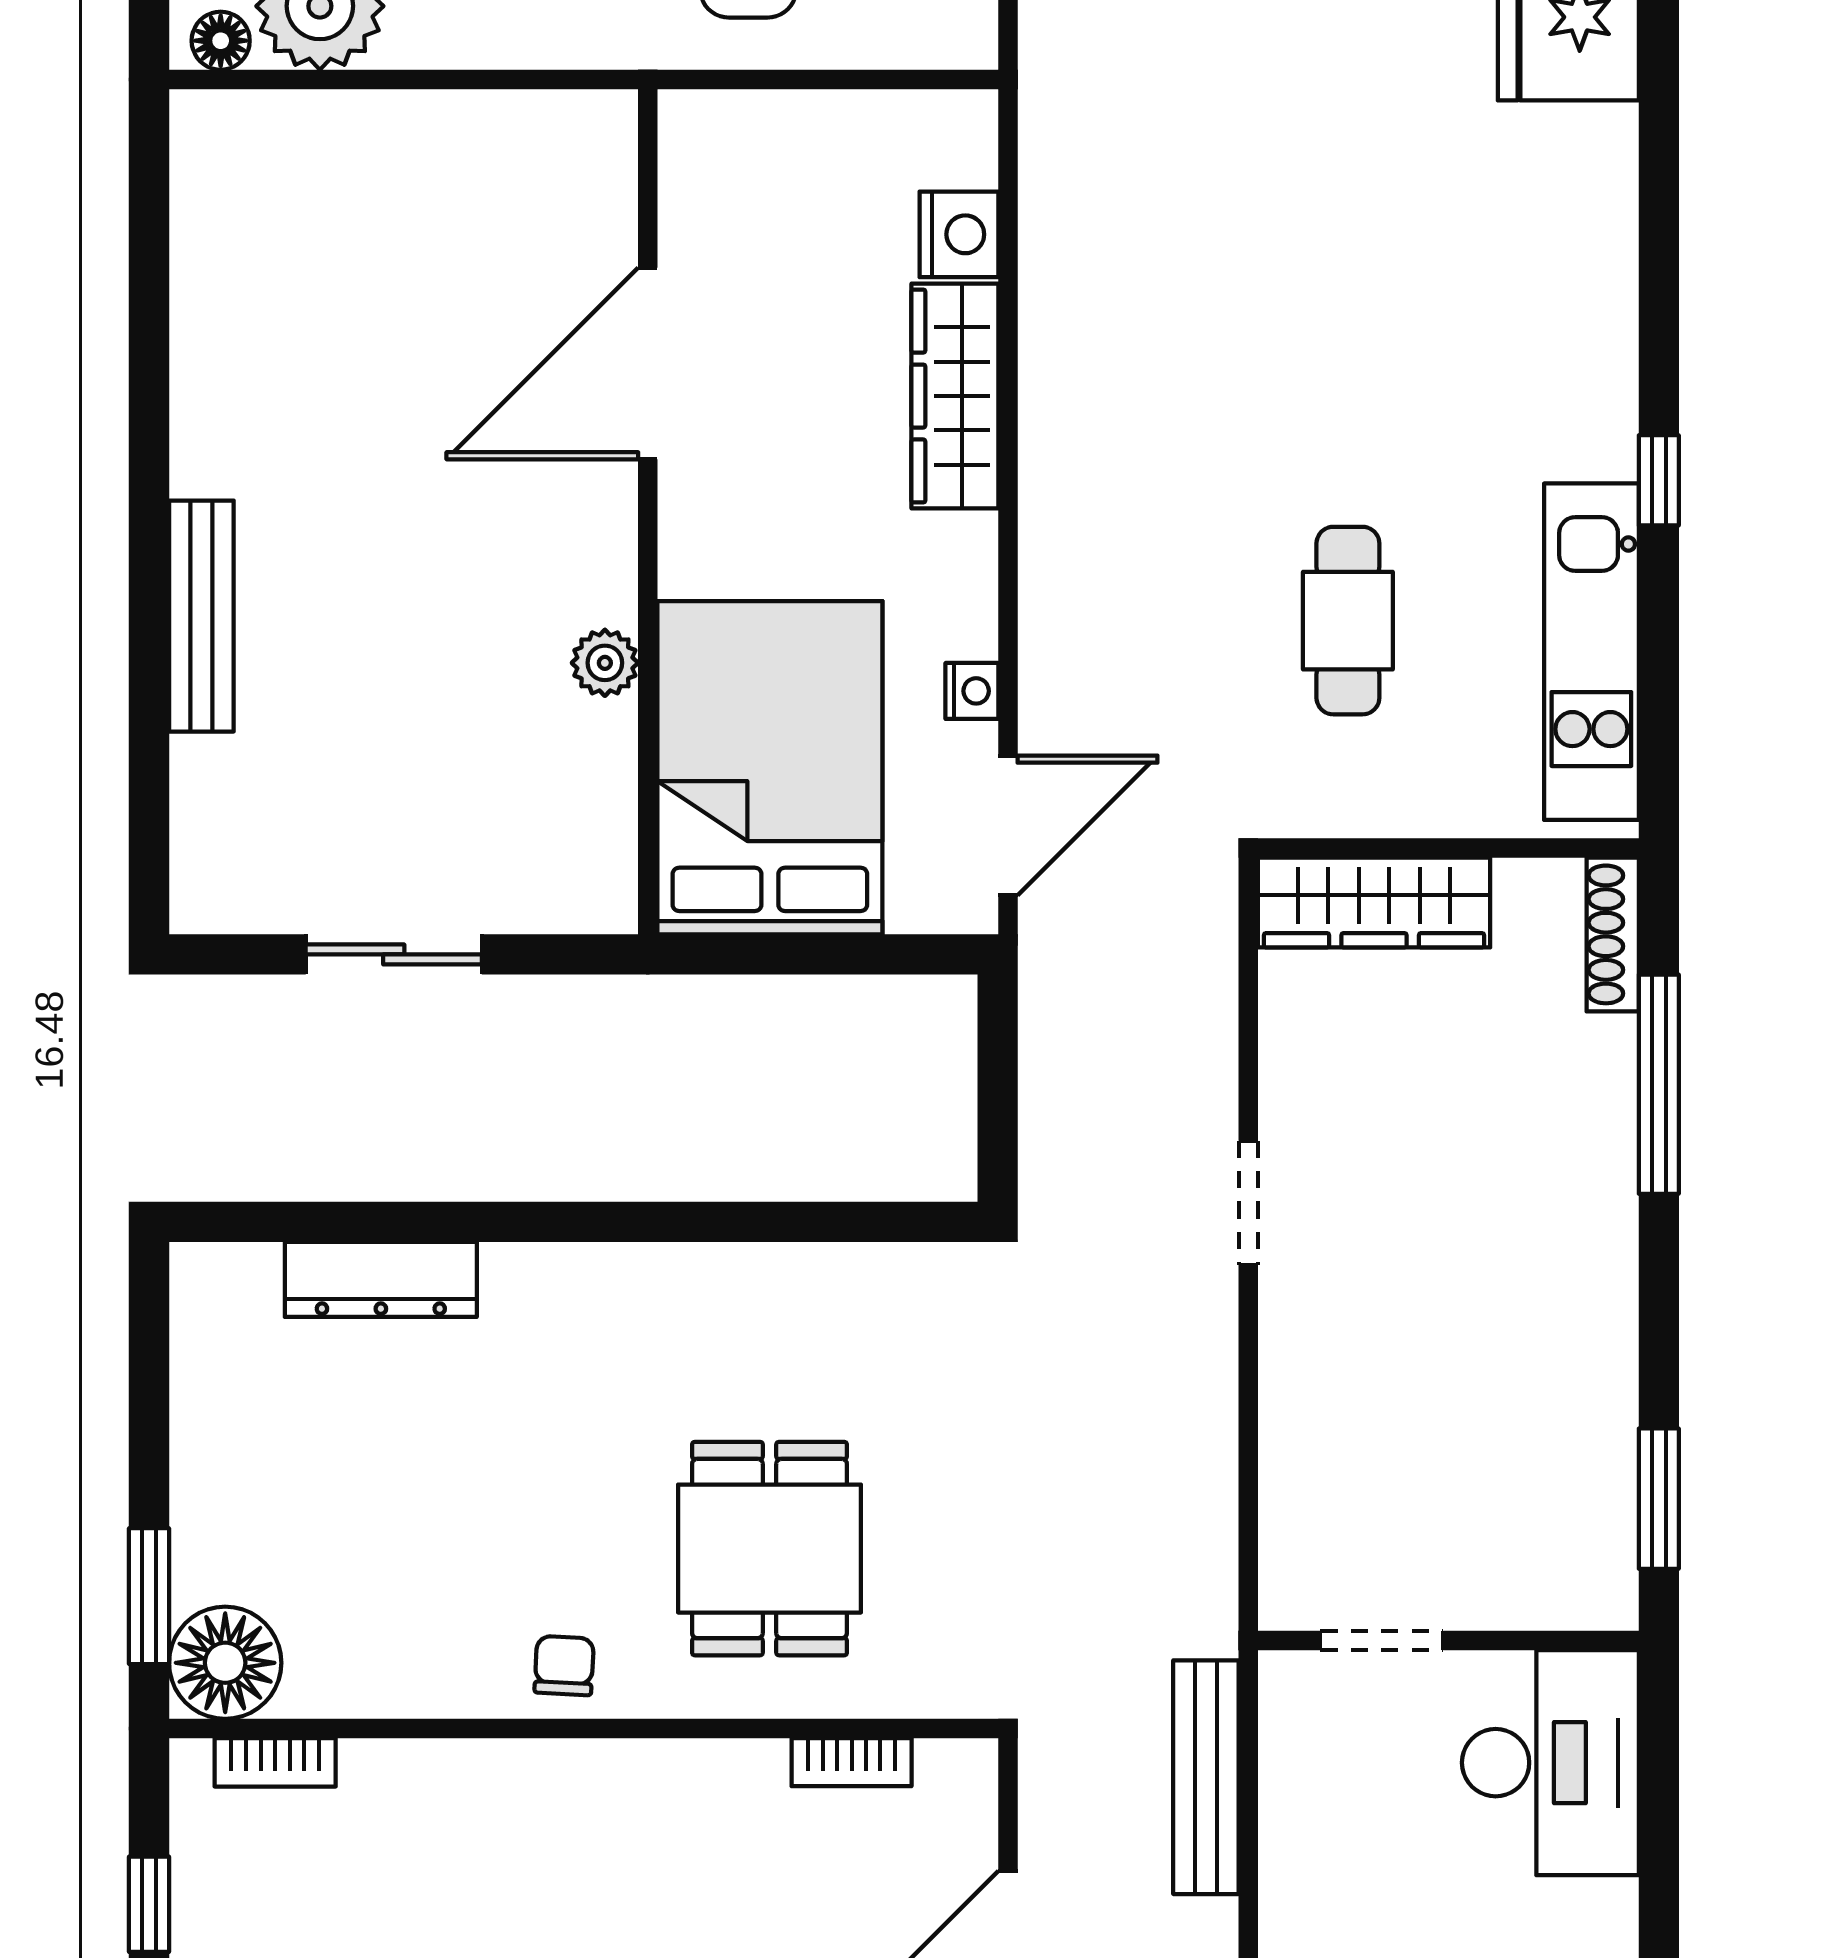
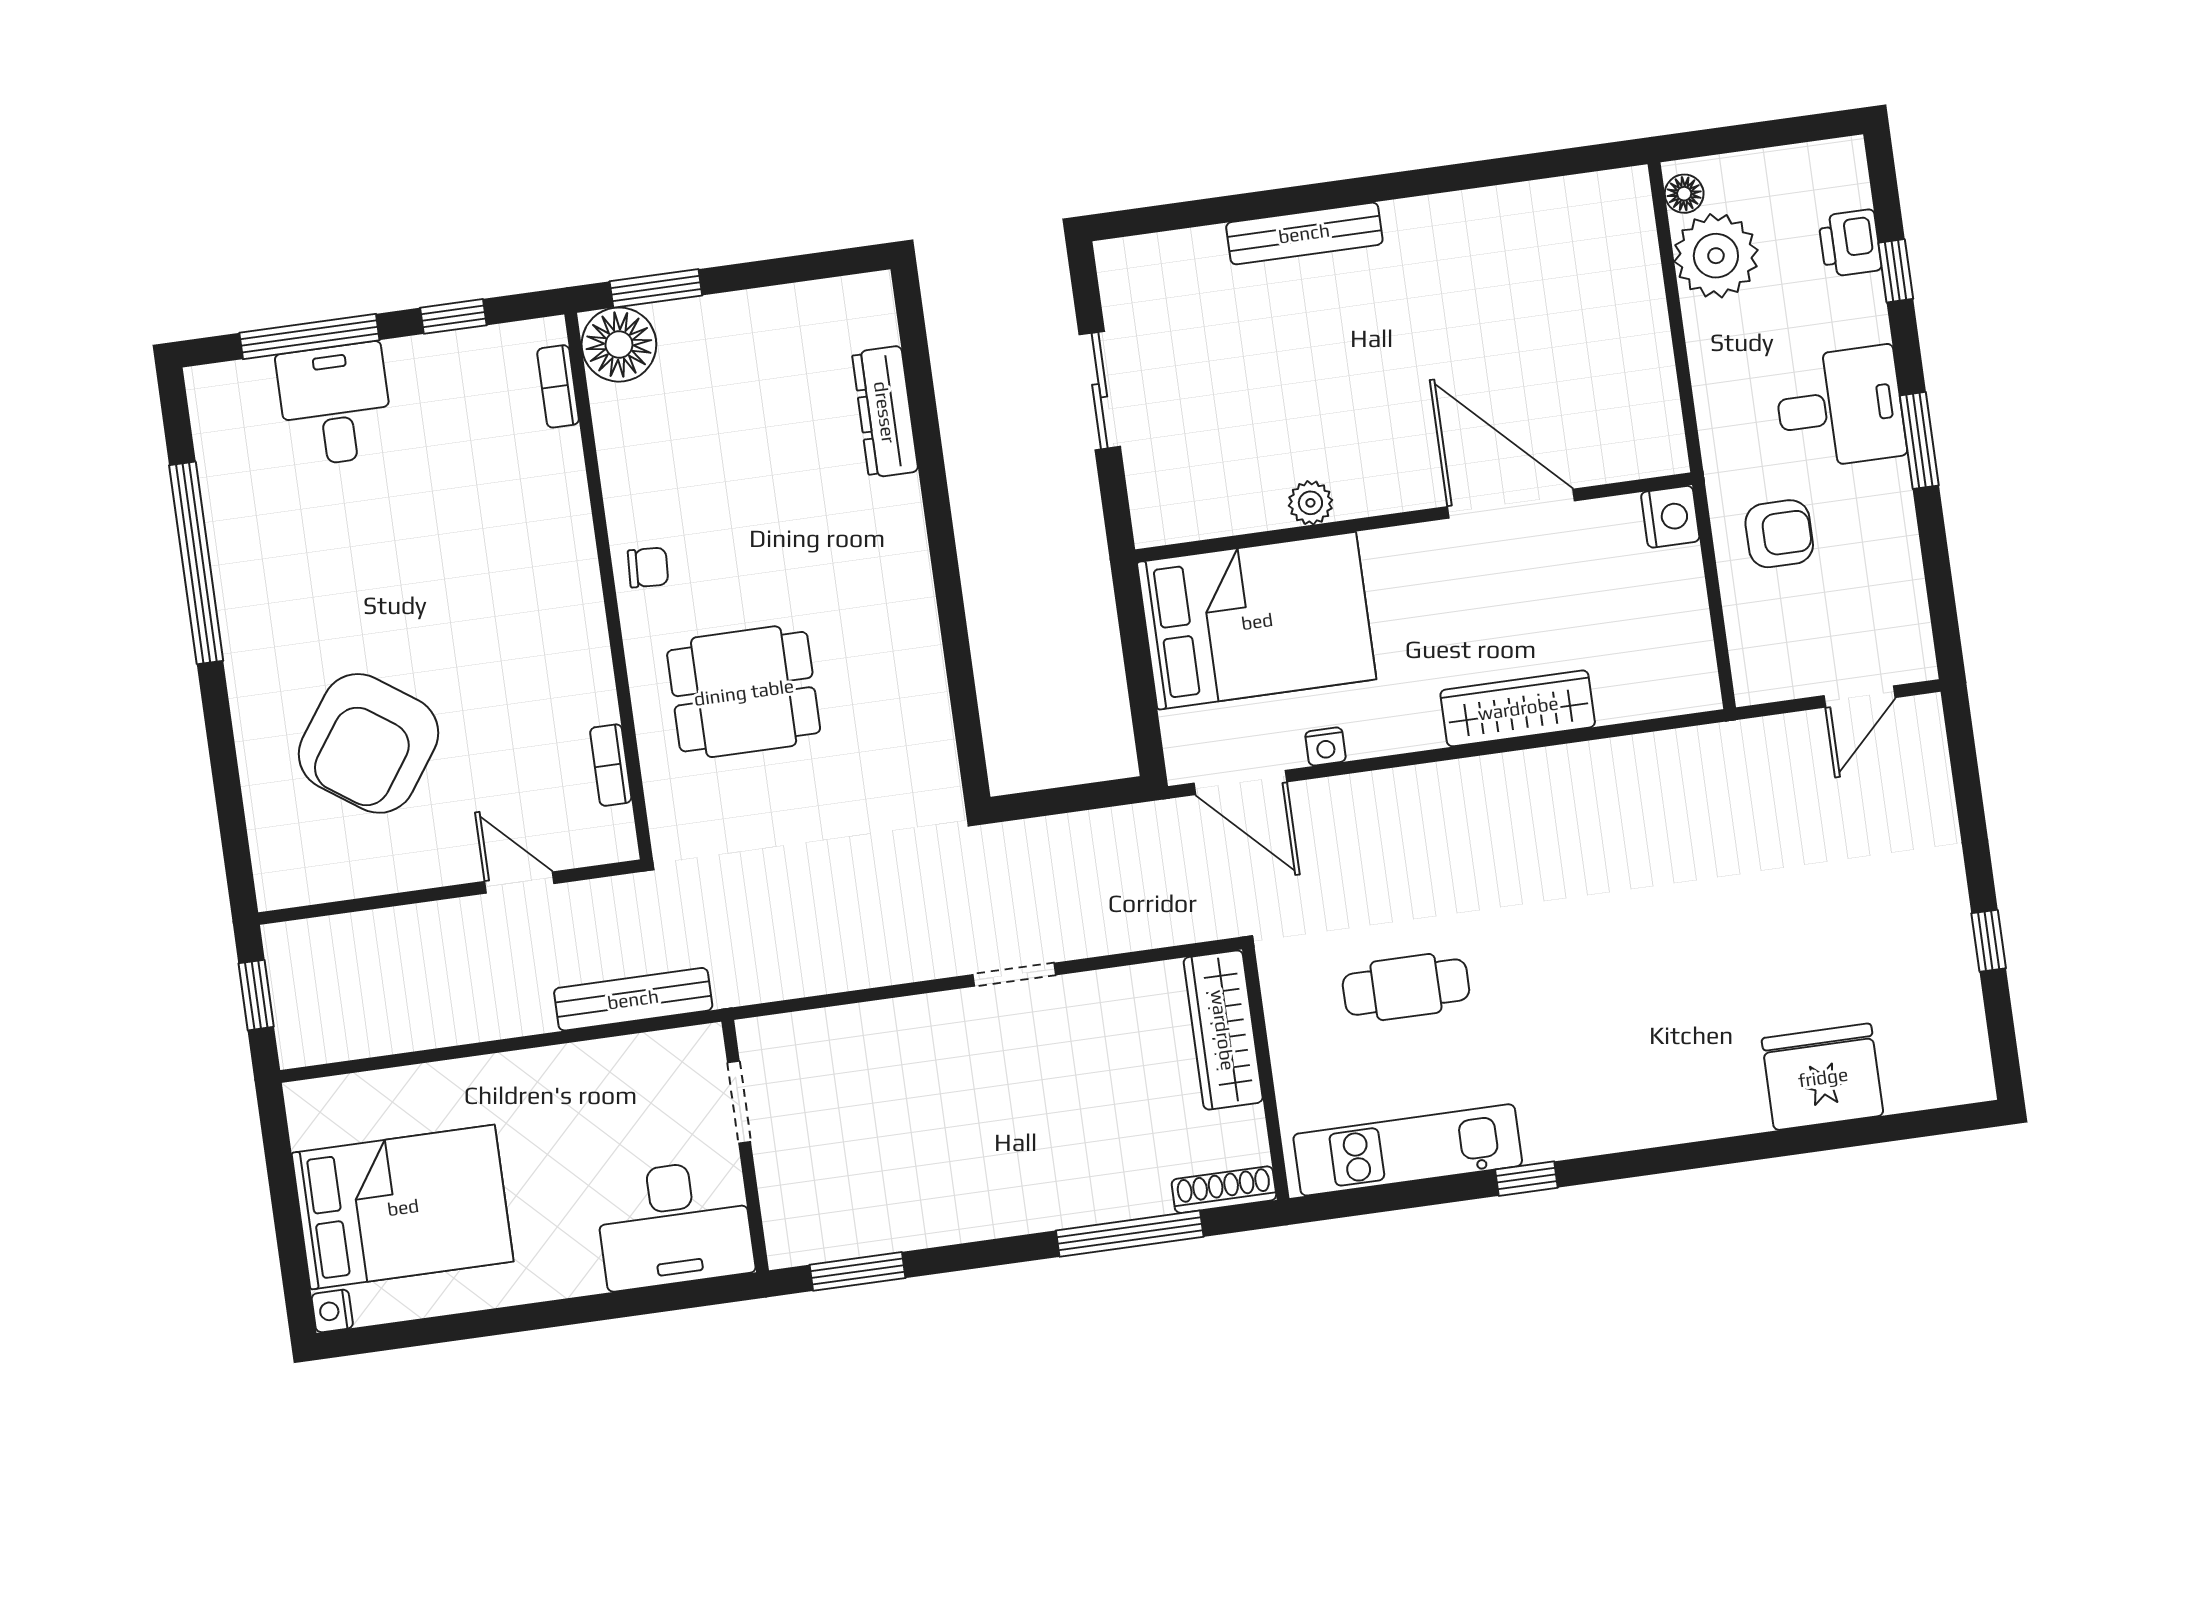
nightstand: (959, 234) -> (1670, 517), moved, turned -90

